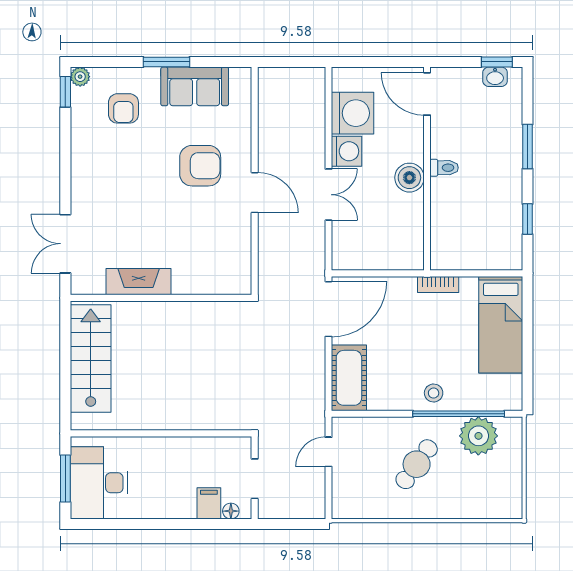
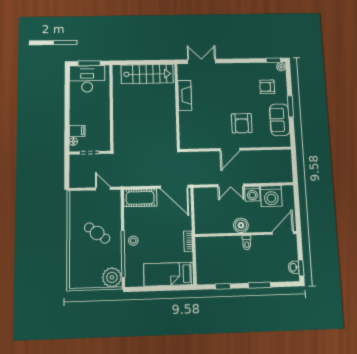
plant: (478, 436) -> (112, 277), moved

